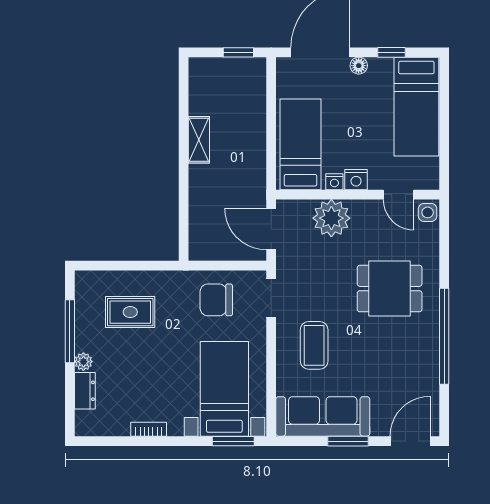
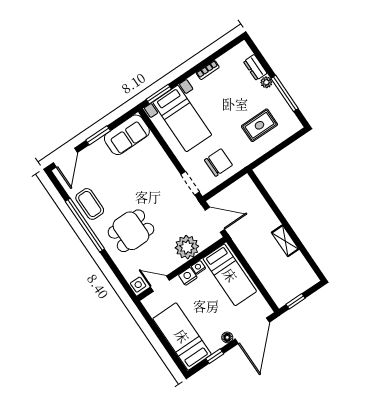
coffee table: (314, 345) -> (90, 204), moved
sofa: (323, 416) -> (127, 135), width x0.73

